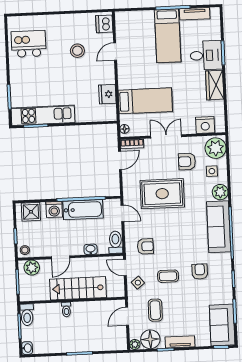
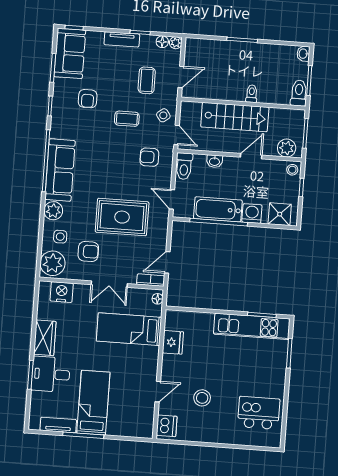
kitchen island: (29, 44) -> (259, 413), turned 180
armchair: (200, 272) -> (88, 99), moved
floor lamp: (150, 339) -> (162, 42), width x0.53, depth x0.53

